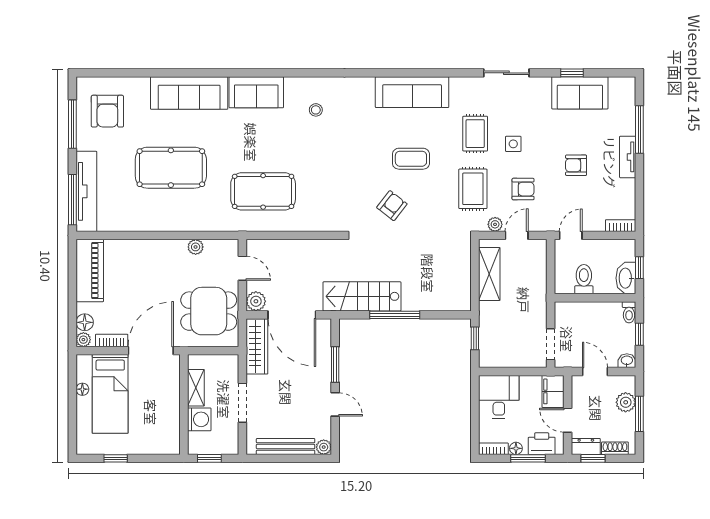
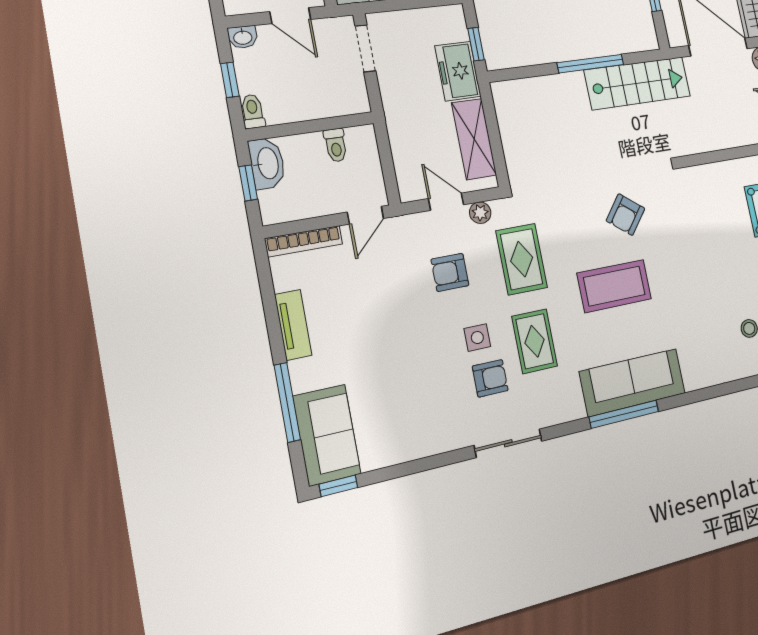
window: (423, 73) -> (624, 414), added
window: (572, 73) -> (338, 486), moved
sofa: (580, 93) -> (327, 435), moved, turned 90
tv unit: (628, 157) -> (293, 325), moved
coffee table: (411, 159) -> (614, 286), width x1.36, depth x1.32
armchair: (576, 165) -> (490, 378), moved
bookcase: (621, 226) -> (304, 241), width x1.56
door: (517, 235) -> (446, 202), swing flipped
toilet: (584, 279) -> (336, 145), width x0.73, depth x0.72
freezer: (491, 321) -> (458, 71), added

